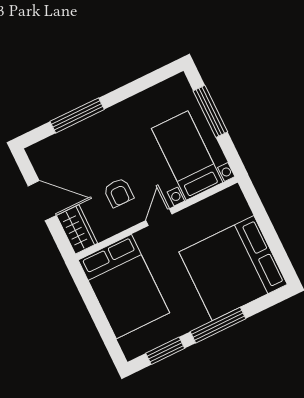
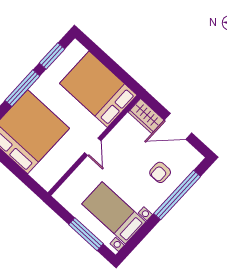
window: (77, 115) -> (177, 195), width x1.46
bed with nightstands: (187, 155) -> (114, 213), moved, turned 180
armchair: (119, 193) -> (160, 172), moved, turned -90

